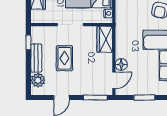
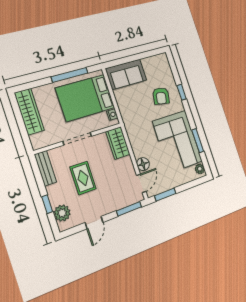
window: (28, 42) -> (47, 204), moved
bench: (36, 58) -> (45, 168), moved
window: (144, 98) -> (165, 195), moved

